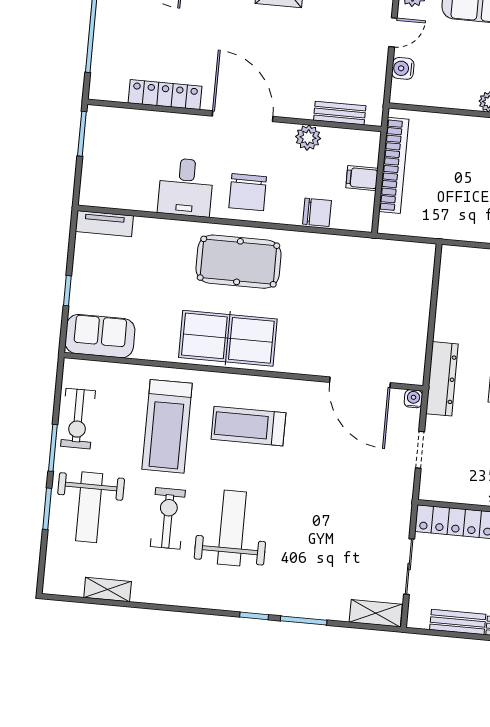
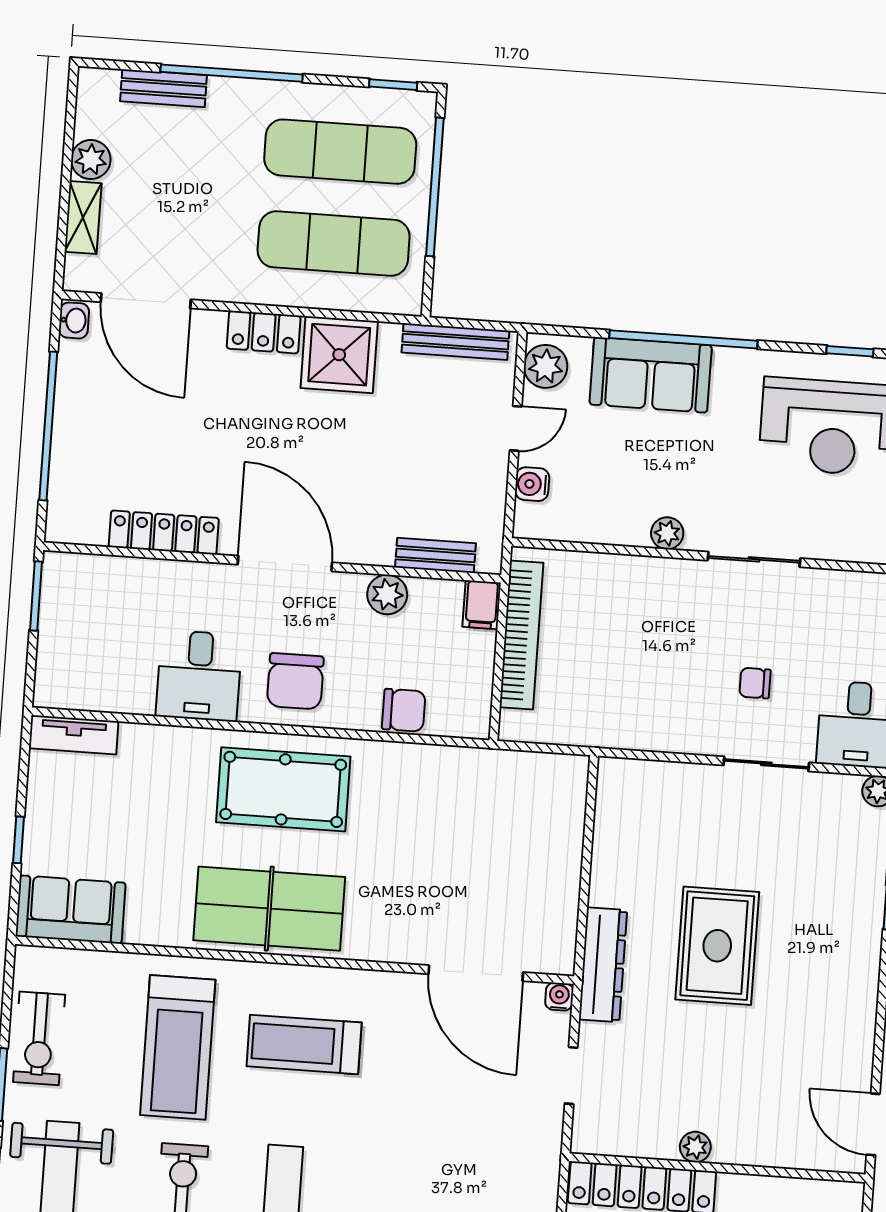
filing cabinet: (362, 178) -> (482, 605), moved, turned -90

